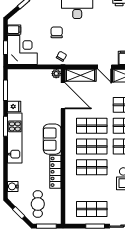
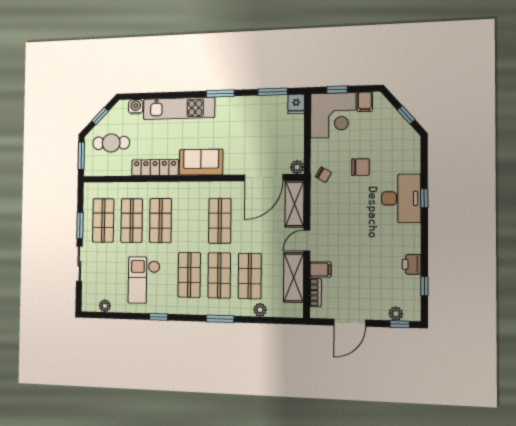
fridge: (14, 106) -> (296, 104), moved
kitchen unit: (15, 138) -> (179, 108), moved
shop shelf: (92, 147) -> (132, 221), moved

